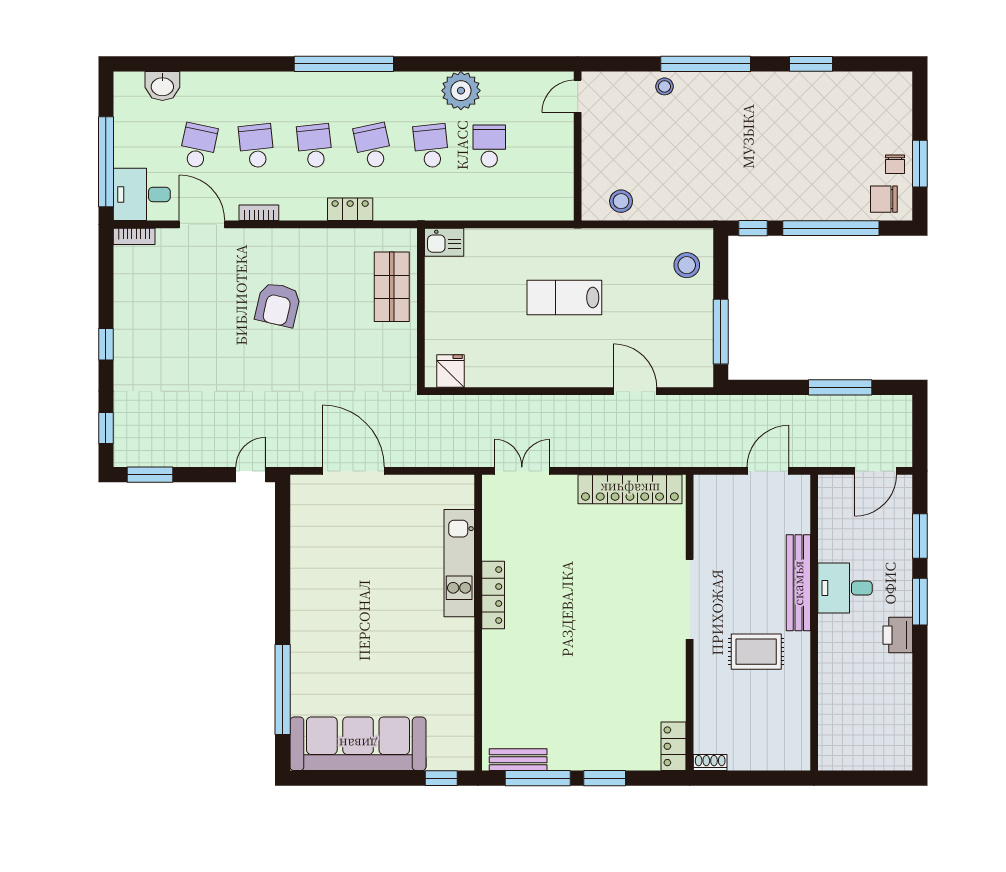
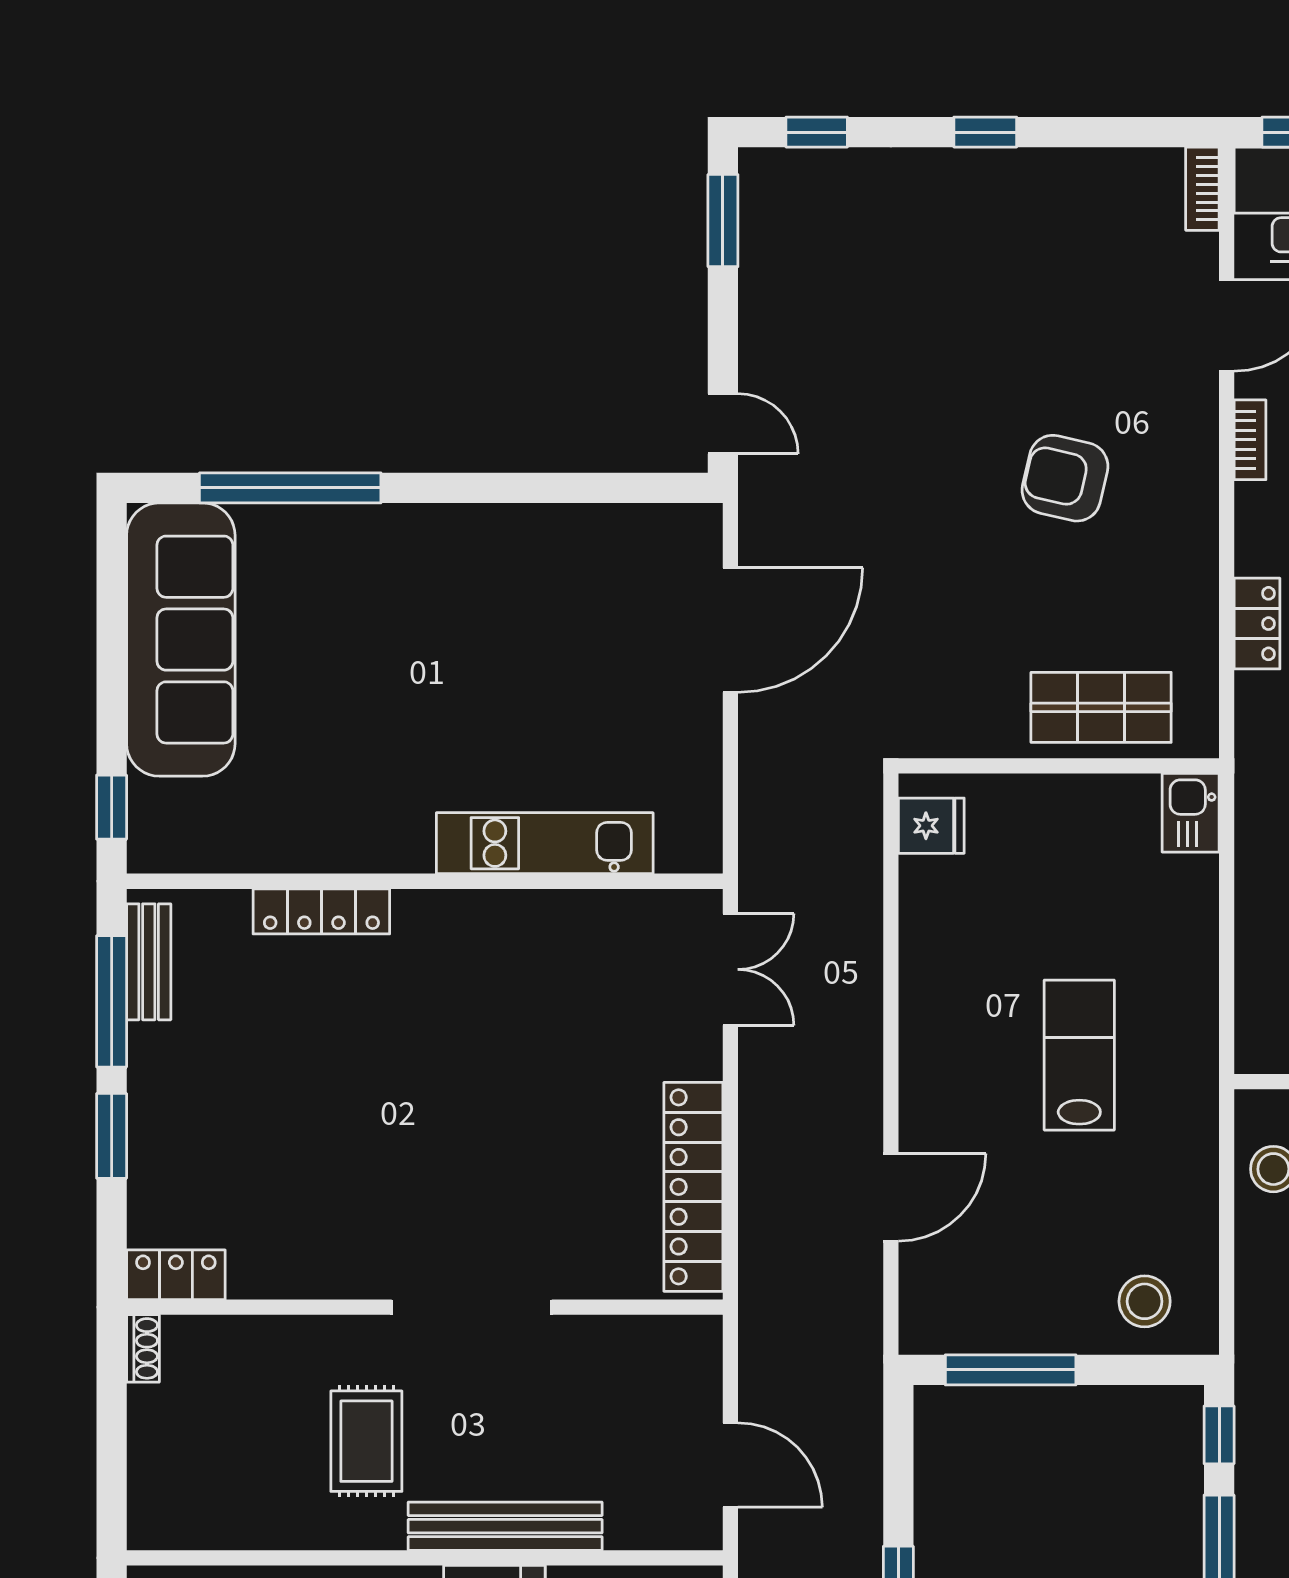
locker: (493, 595) -> (321, 911), moved

